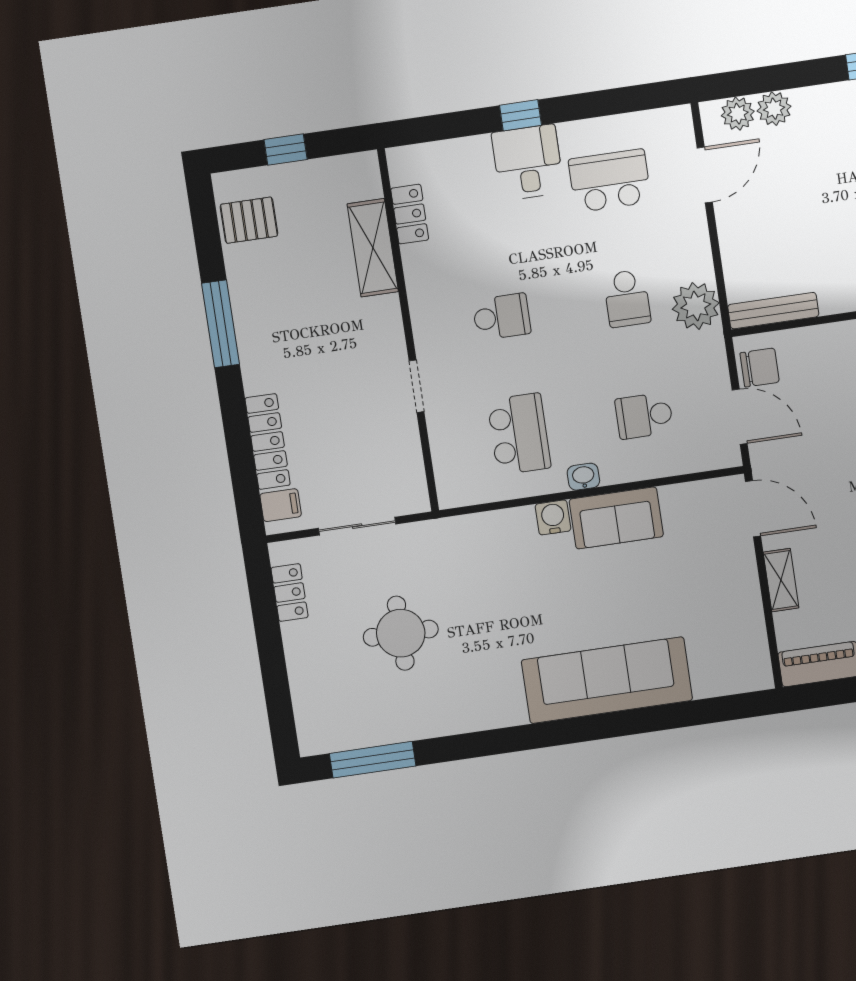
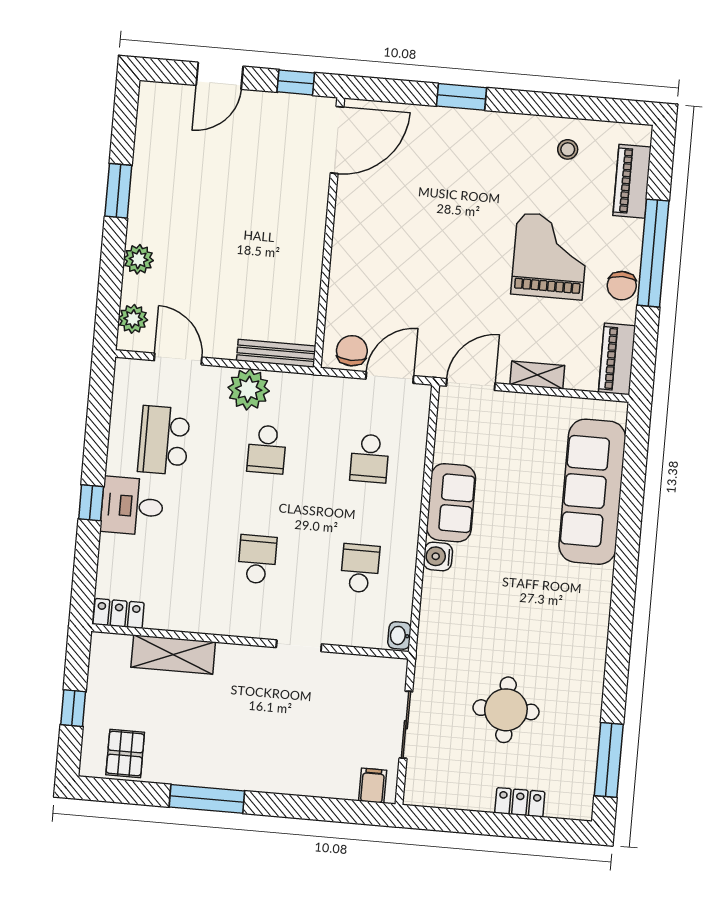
plant: (774, 109) -> (139, 259), moved
locker: (410, 214) -> (119, 613), moved
school desk: (627, 298) -> (267, 449), turned 90
plant: (696, 306) -> (249, 389), moved
bench: (773, 311) -> (276, 353), moved, turned 90
school desk: (519, 434) -> (360, 568), width x0.54
locker: (268, 442) -> (316, 783), removed
washbasin: (583, 477) -> (399, 636), moved
locker: (290, 593) -> (520, 802), moved
sofa: (607, 680) -> (592, 492), moved

